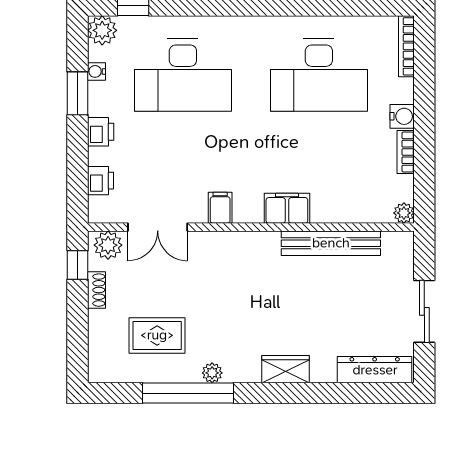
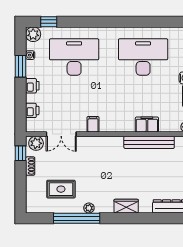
desk: (183, 75) -> (74, 57), turned 180
desk: (319, 75) -> (143, 57), turned 180
filing cabinet: (287, 208) -> (147, 125), moved

